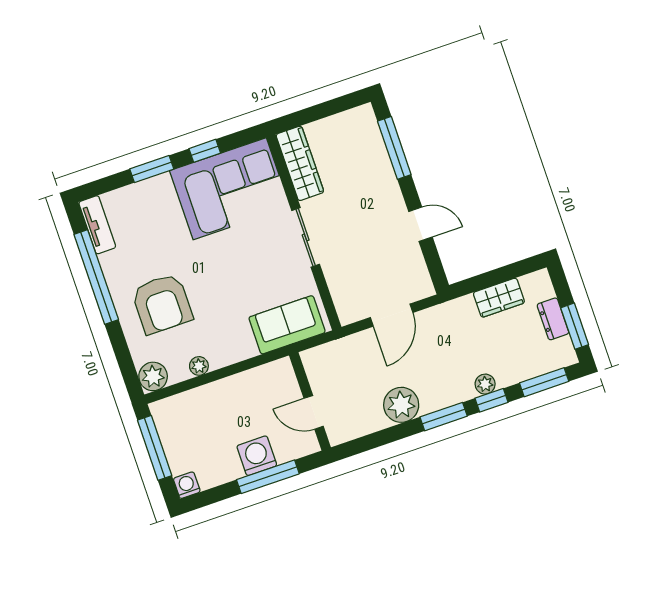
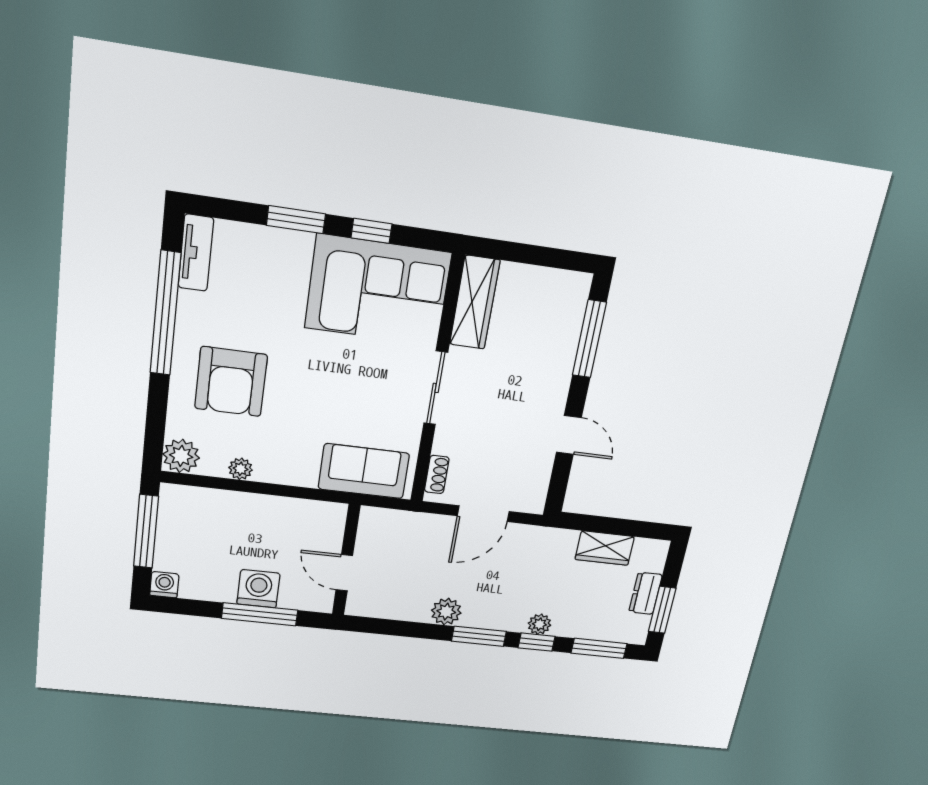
shoe rack: (341, 301) -> (437, 475), added
plant: (401, 405) -> (446, 612), width x0.73, depth x0.73

